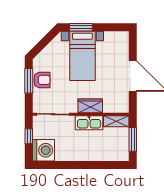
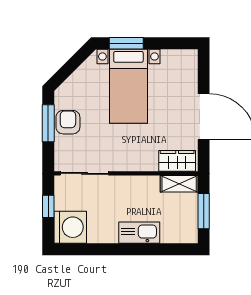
armchair: (42, 80) -> (68, 122), turned -90
wardrobe: (90, 106) -> (177, 161), moved
kitchen sink: (89, 123) -> (139, 233), moved, turned 180

